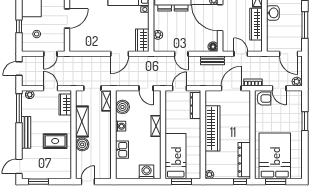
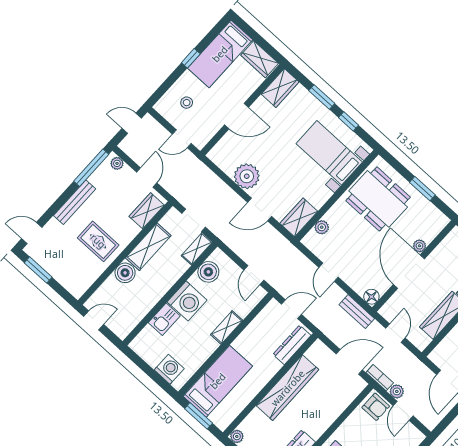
window: (19, 26) -> (191, 58), moved
plant: (99, 43) -> (247, 176), added
plant: (297, 82) -> (397, 391), moved
washing machine: (121, 126) -> (187, 301), width x1.89, depth x1.89

